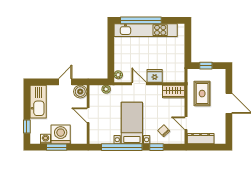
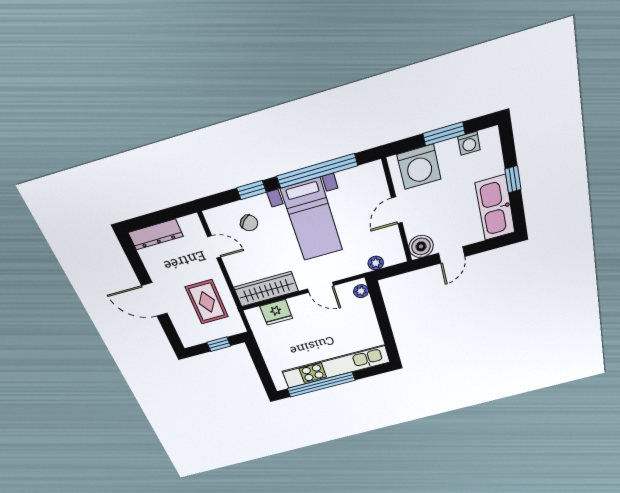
window: (141, 20) -> (321, 384), moved
fridge: (155, 76) -> (276, 312), moved
wardrobe: (174, 91) -> (266, 289), width x1.50
door: (88, 115) -> (397, 210), swing flipped
window: (27, 126) -> (513, 179), moved
washing machine: (61, 134) -> (419, 167), moved
dresser: (201, 139) -> (156, 234), moved

